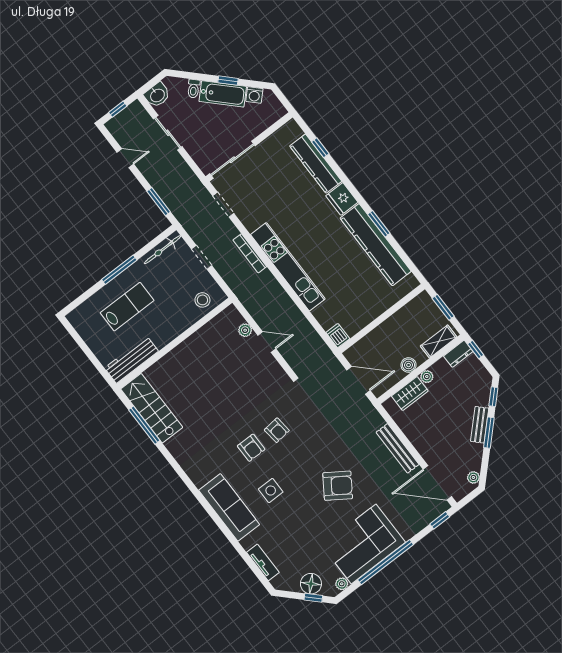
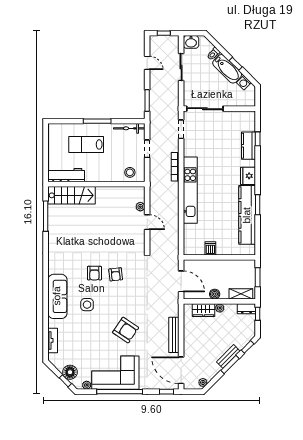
kitchen counter: (316, 164) -> (249, 146), width x0.67
lab bench: (127, 307) -> (86, 144), turned 180
dishwasher: (338, 336) -> (210, 248), moved
stairs: (152, 408) -> (72, 195), moved, turned 90

